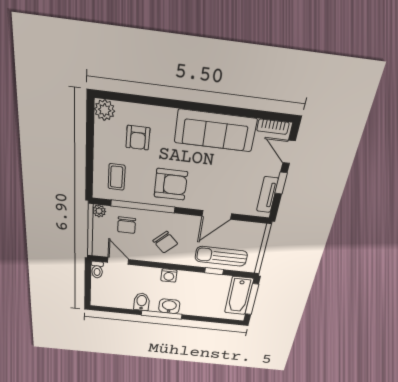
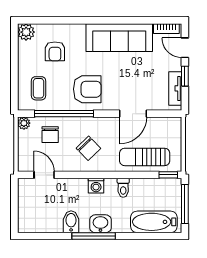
toilet: (97, 270) -> (123, 188), moved
window: (214, 271) -> (168, 175), moved
bathtub: (239, 296) -> (154, 222), moved, turned 90

